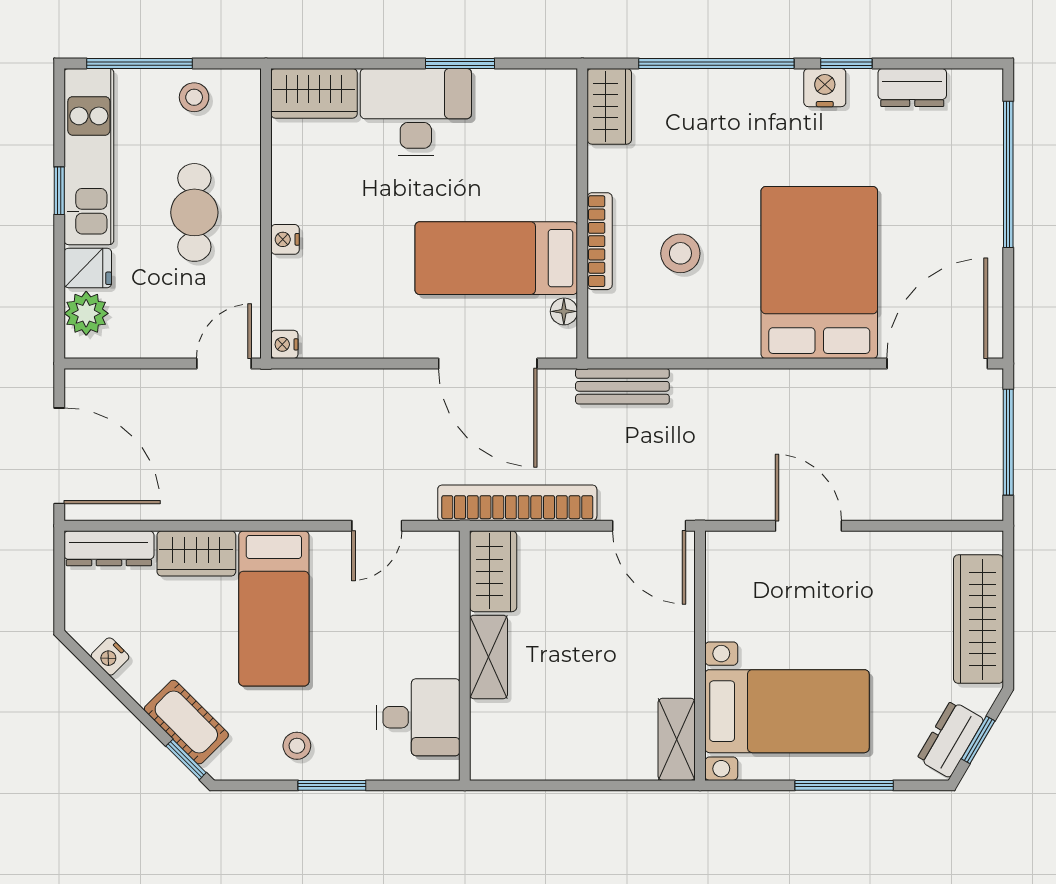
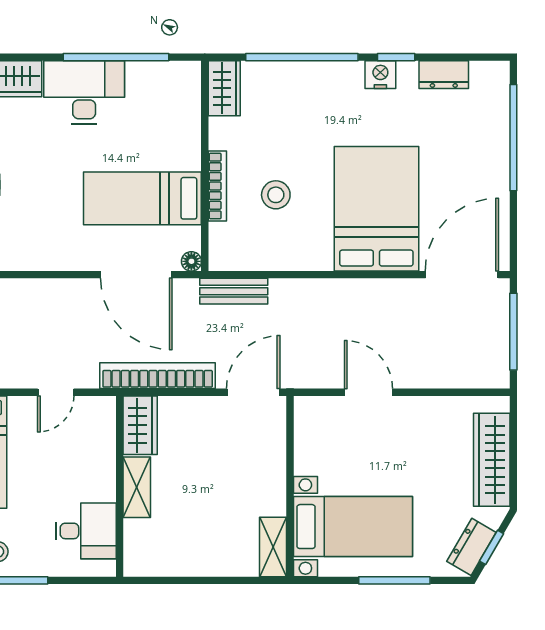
window: (460, 63) -> (116, 57), width x2.11
floor lamp: (564, 311) -> (191, 261), moved
door: (649, 526) -> (253, 392), swing flipped

